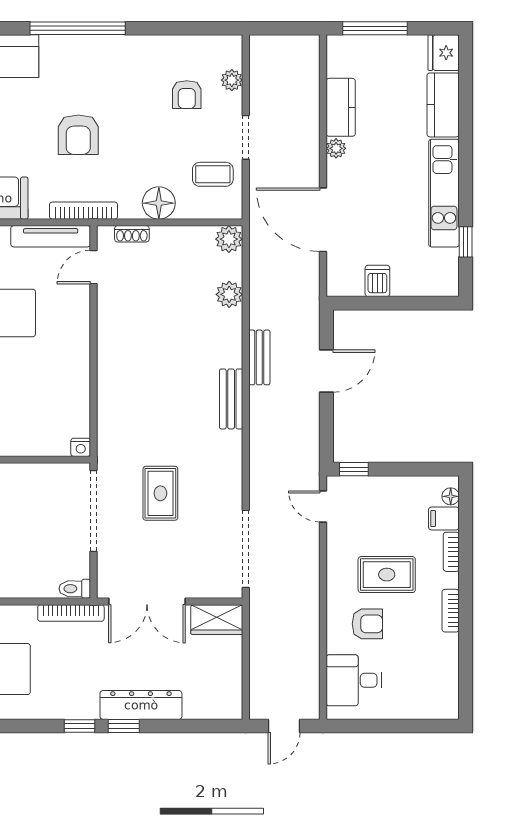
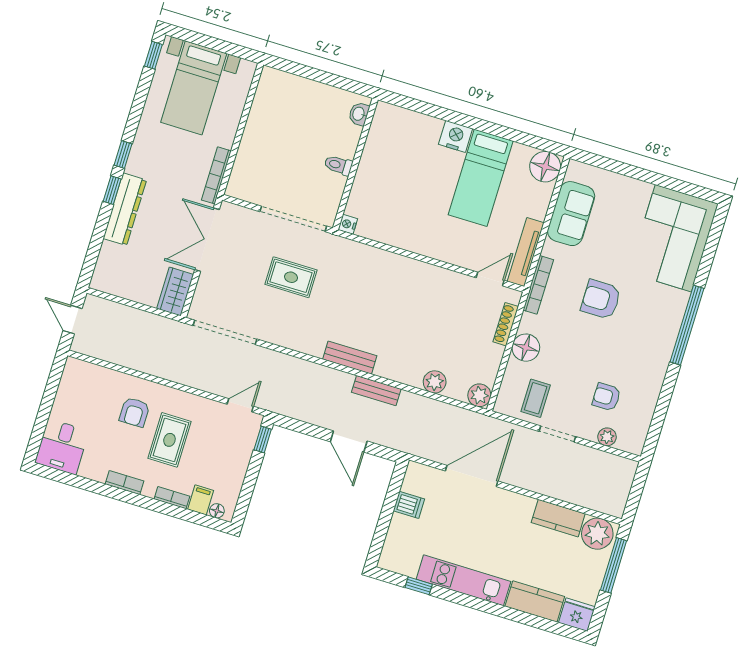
plant: (336, 148) -> (597, 534), moved, width x1.88, depth x1.88
shoe rack: (132, 234) -> (506, 324), width x1.43
door: (94, 267) -> (490, 279), hinge flipped
toilet: (75, 589) -> (338, 165), moved, turned -90
desk: (354, 680) -> (62, 447), moved, turned 180

